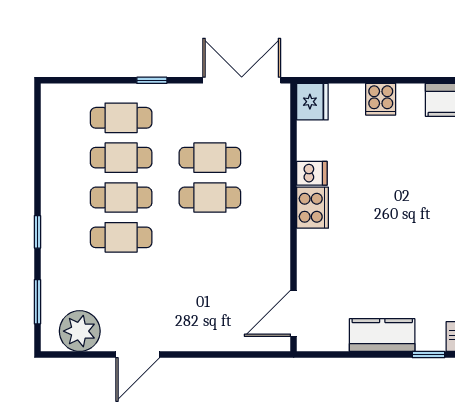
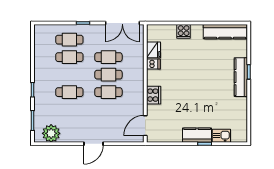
double door: (242, 80) -> (122, 23), swing flipped
fridge: (312, 102) -> (154, 50), moved
cafe table: (121, 197) -> (108, 92), moved
cooker: (313, 208) -> (154, 95), moved
kitchen counter: (382, 335) -> (197, 135), moved
door: (138, 355) -> (93, 144), moved

